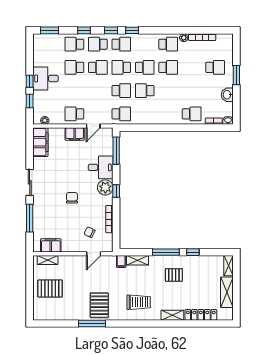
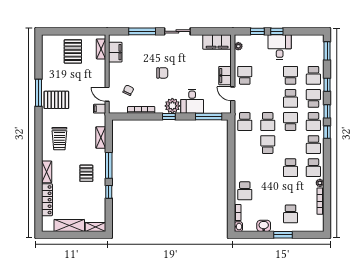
school desk: (74, 44) -> (313, 75), turned 180
school desk: (145, 67) -> (313, 145), moved
filing cabinet: (121, 261) -> (100, 109), moved

